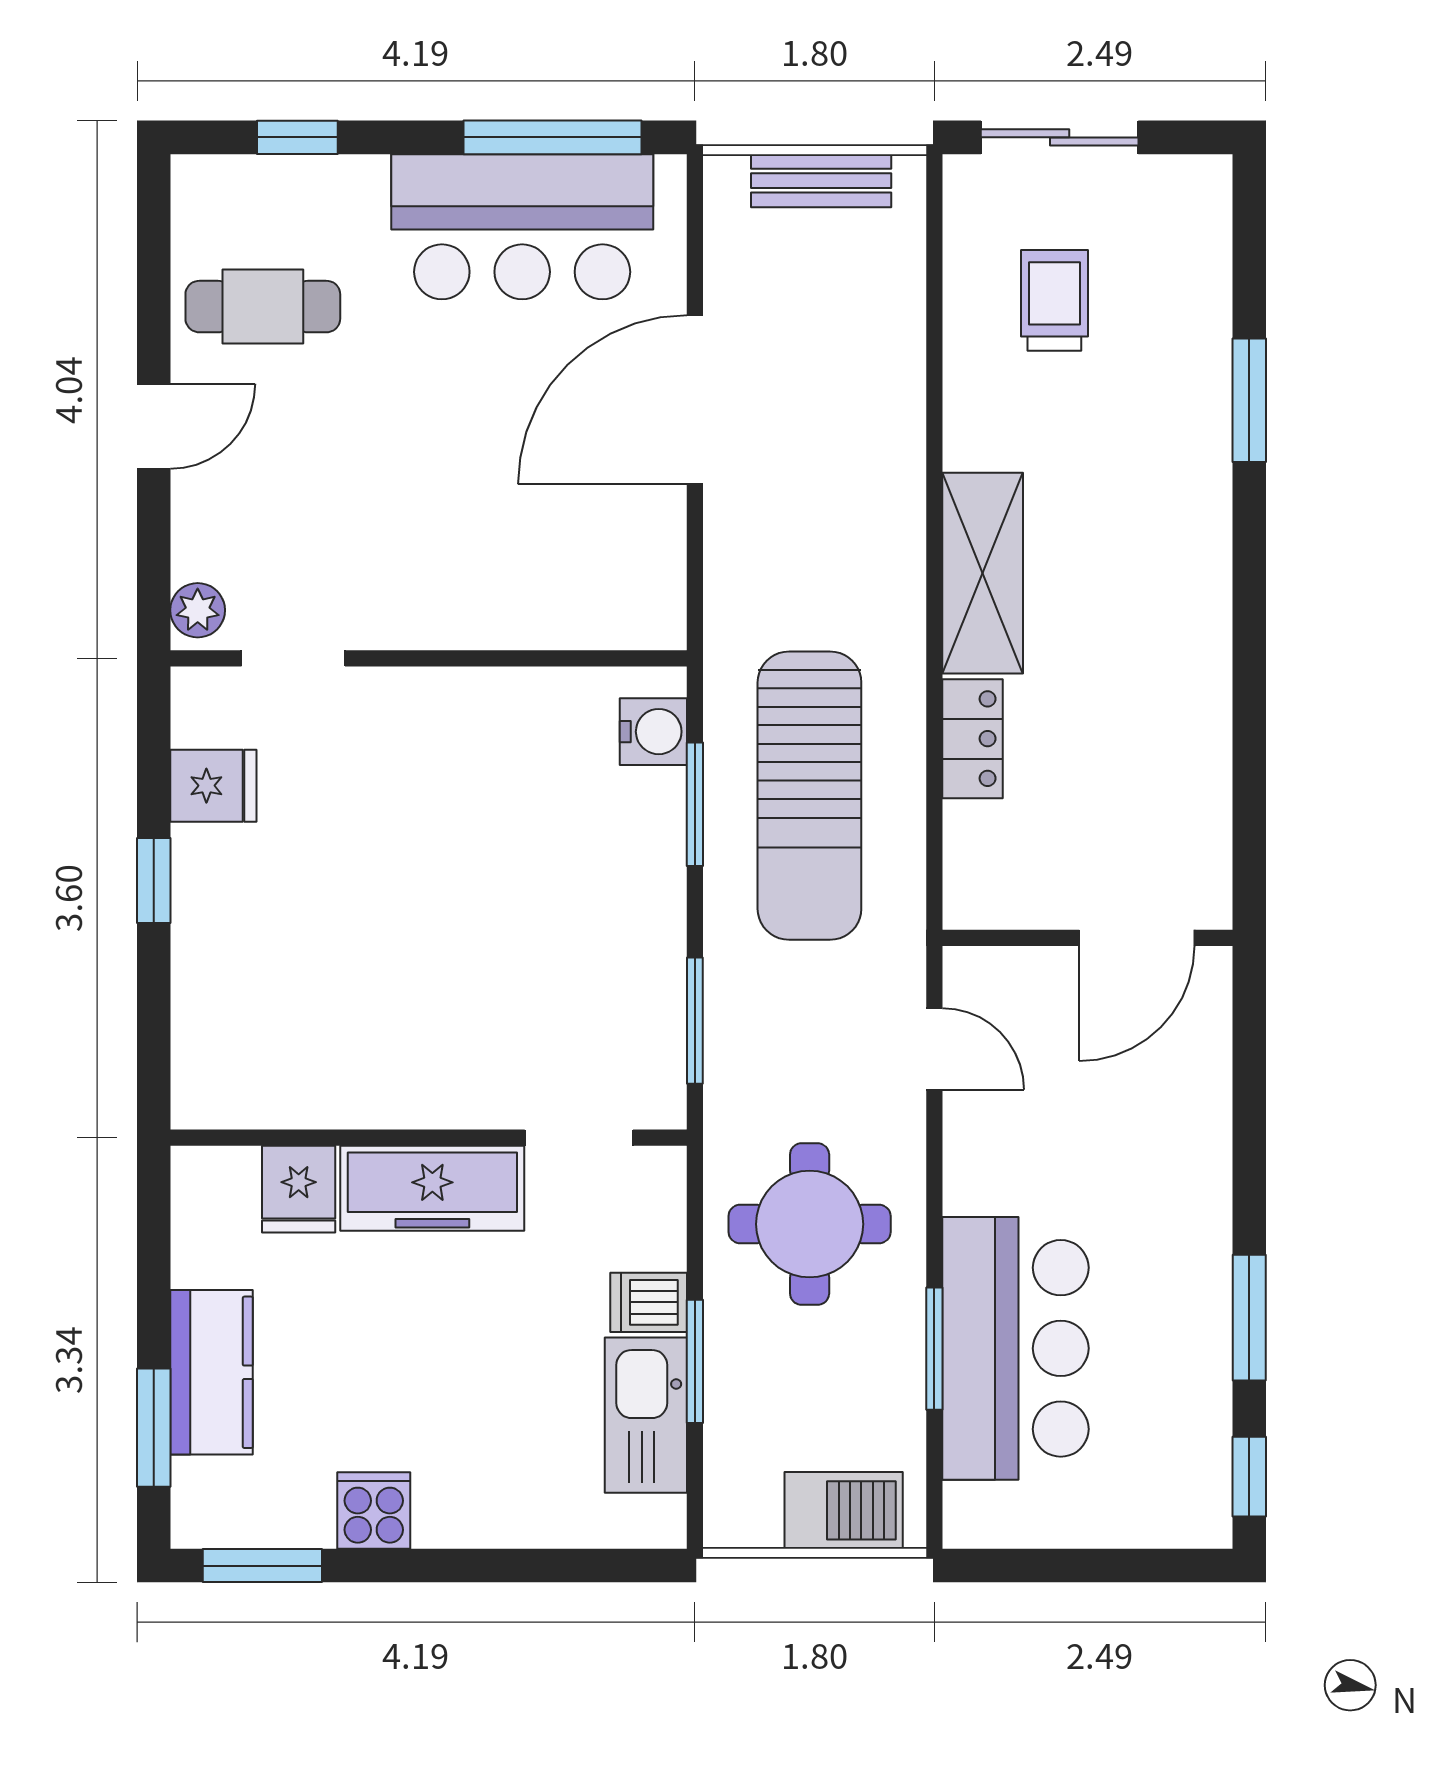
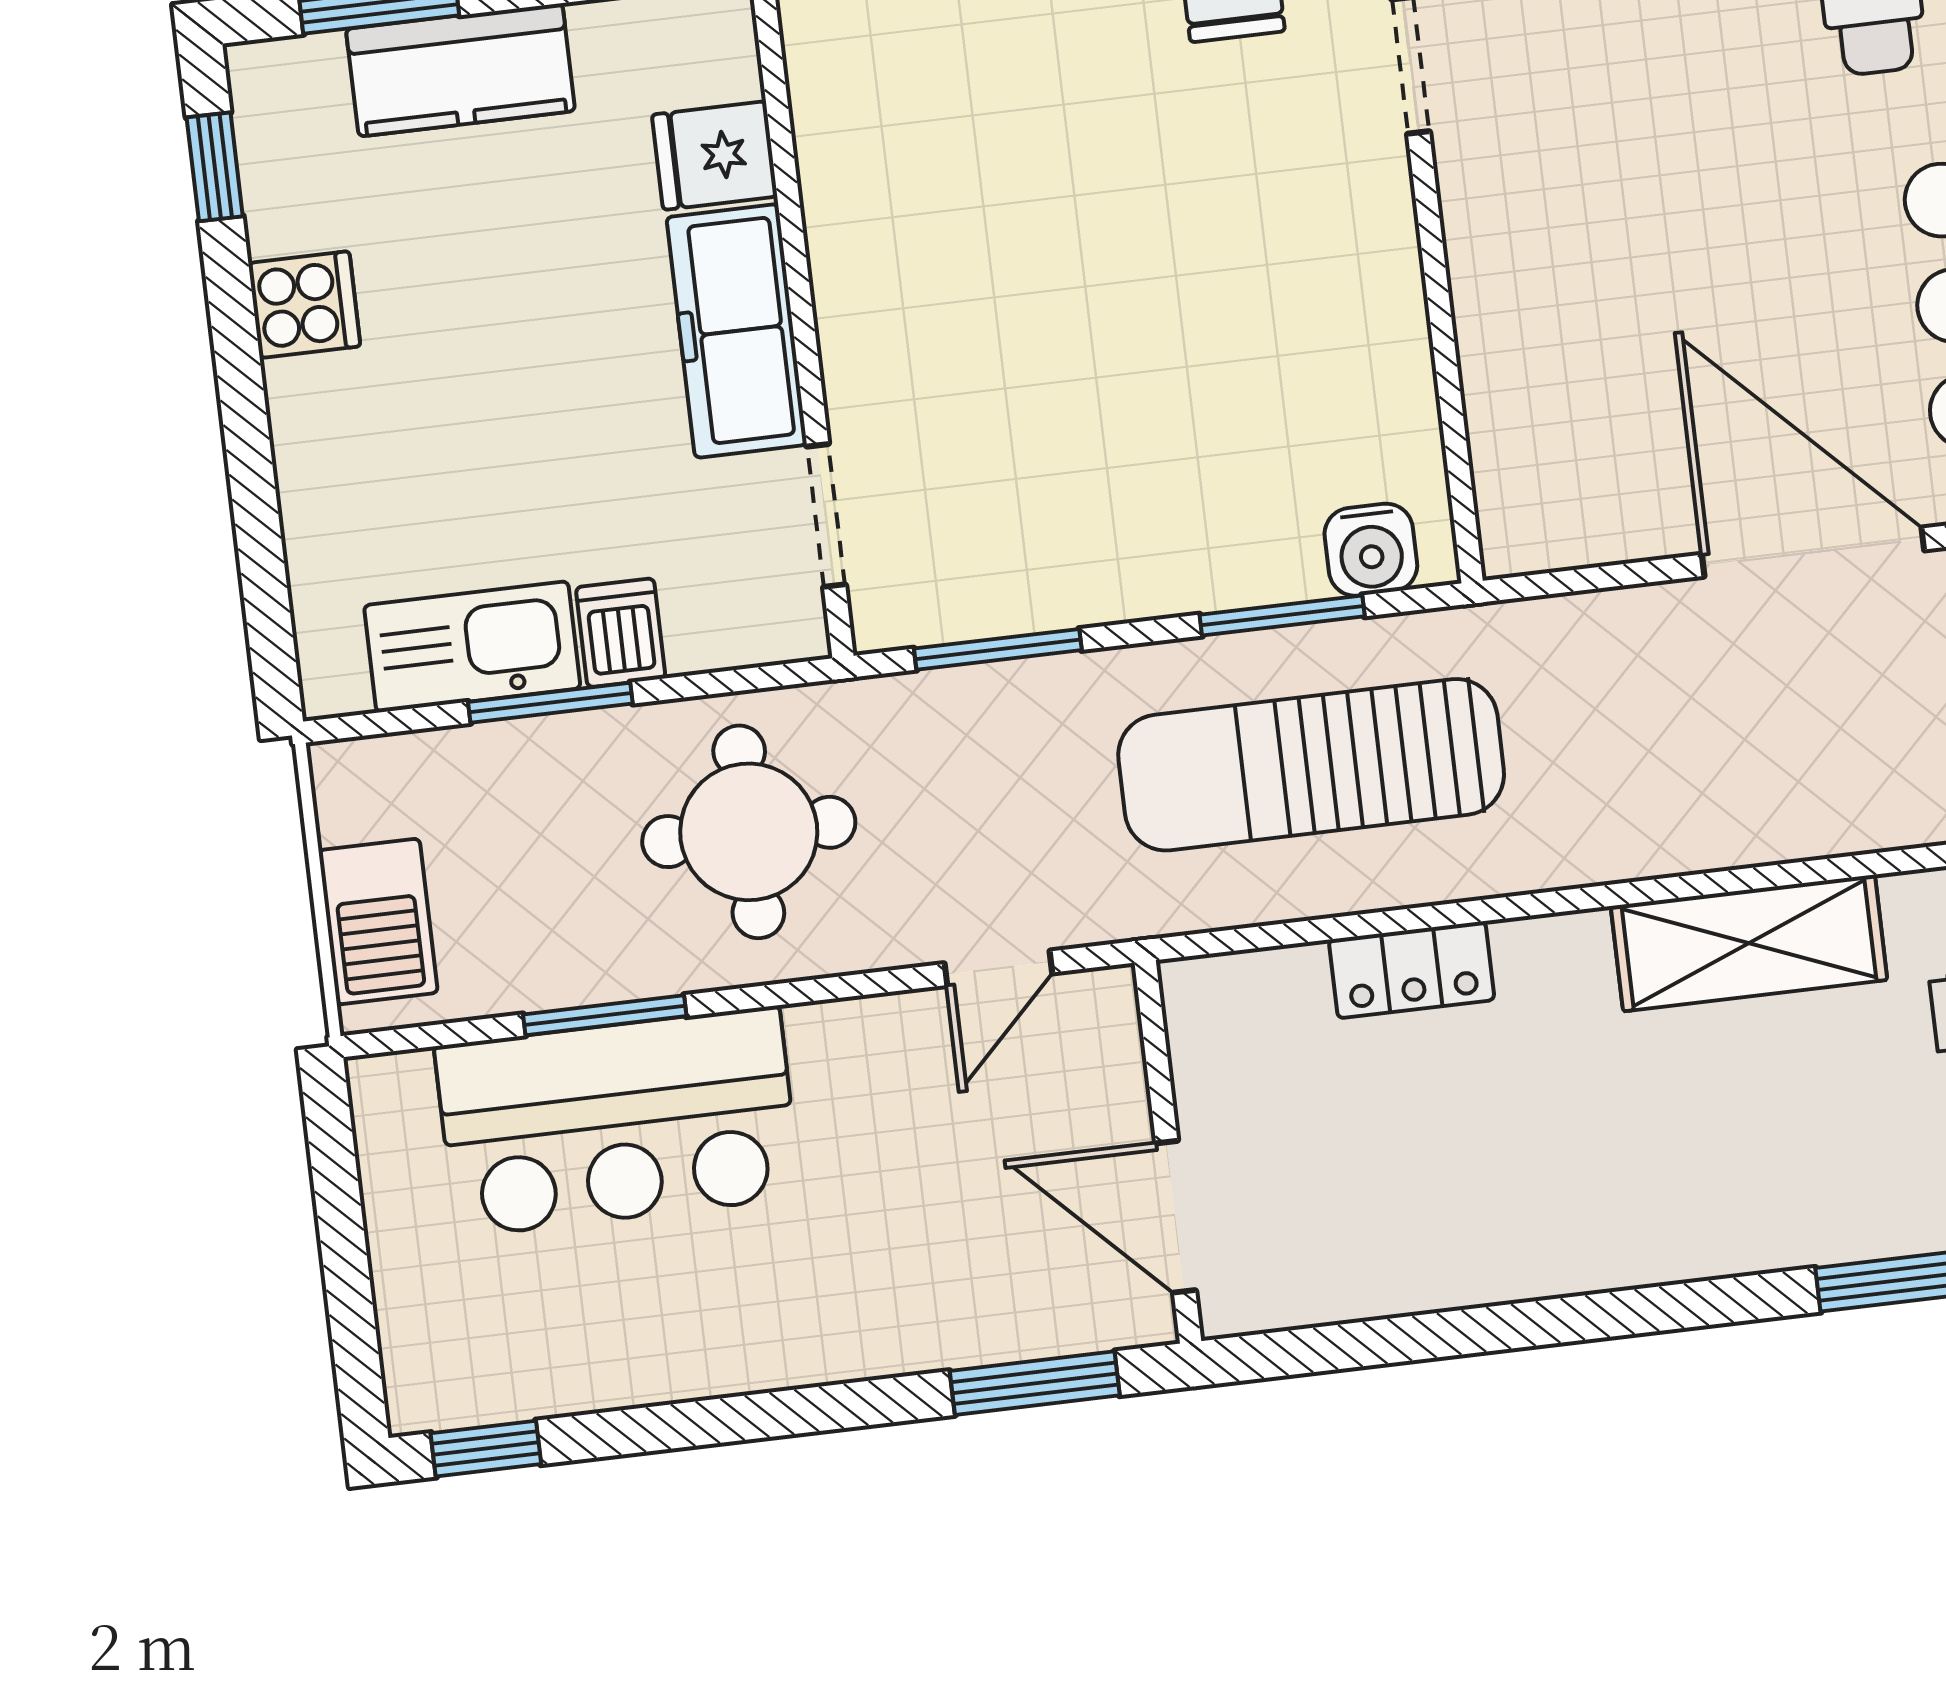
shelving: (983, 573) -> (1749, 943), moved
window: (1249, 1318) -> (1035, 1383), moved
window: (262, 1566) -> (215, 167), width x0.67

